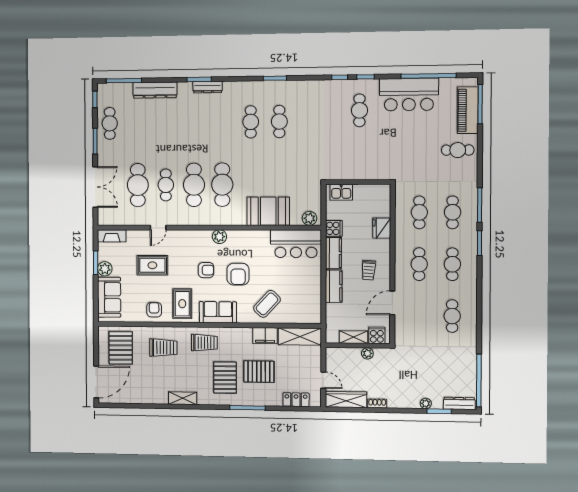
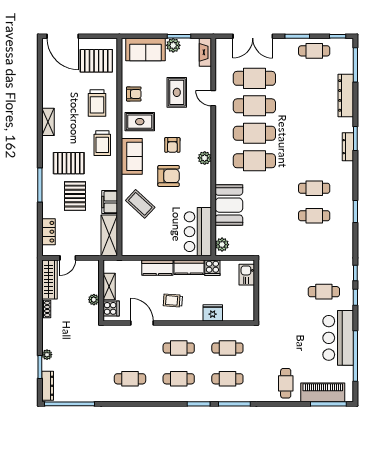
cafe table: (166, 185) -> (254, 106), width x1.37, depth x1.35
armchair: (238, 274) -> (169, 176), turned 180

